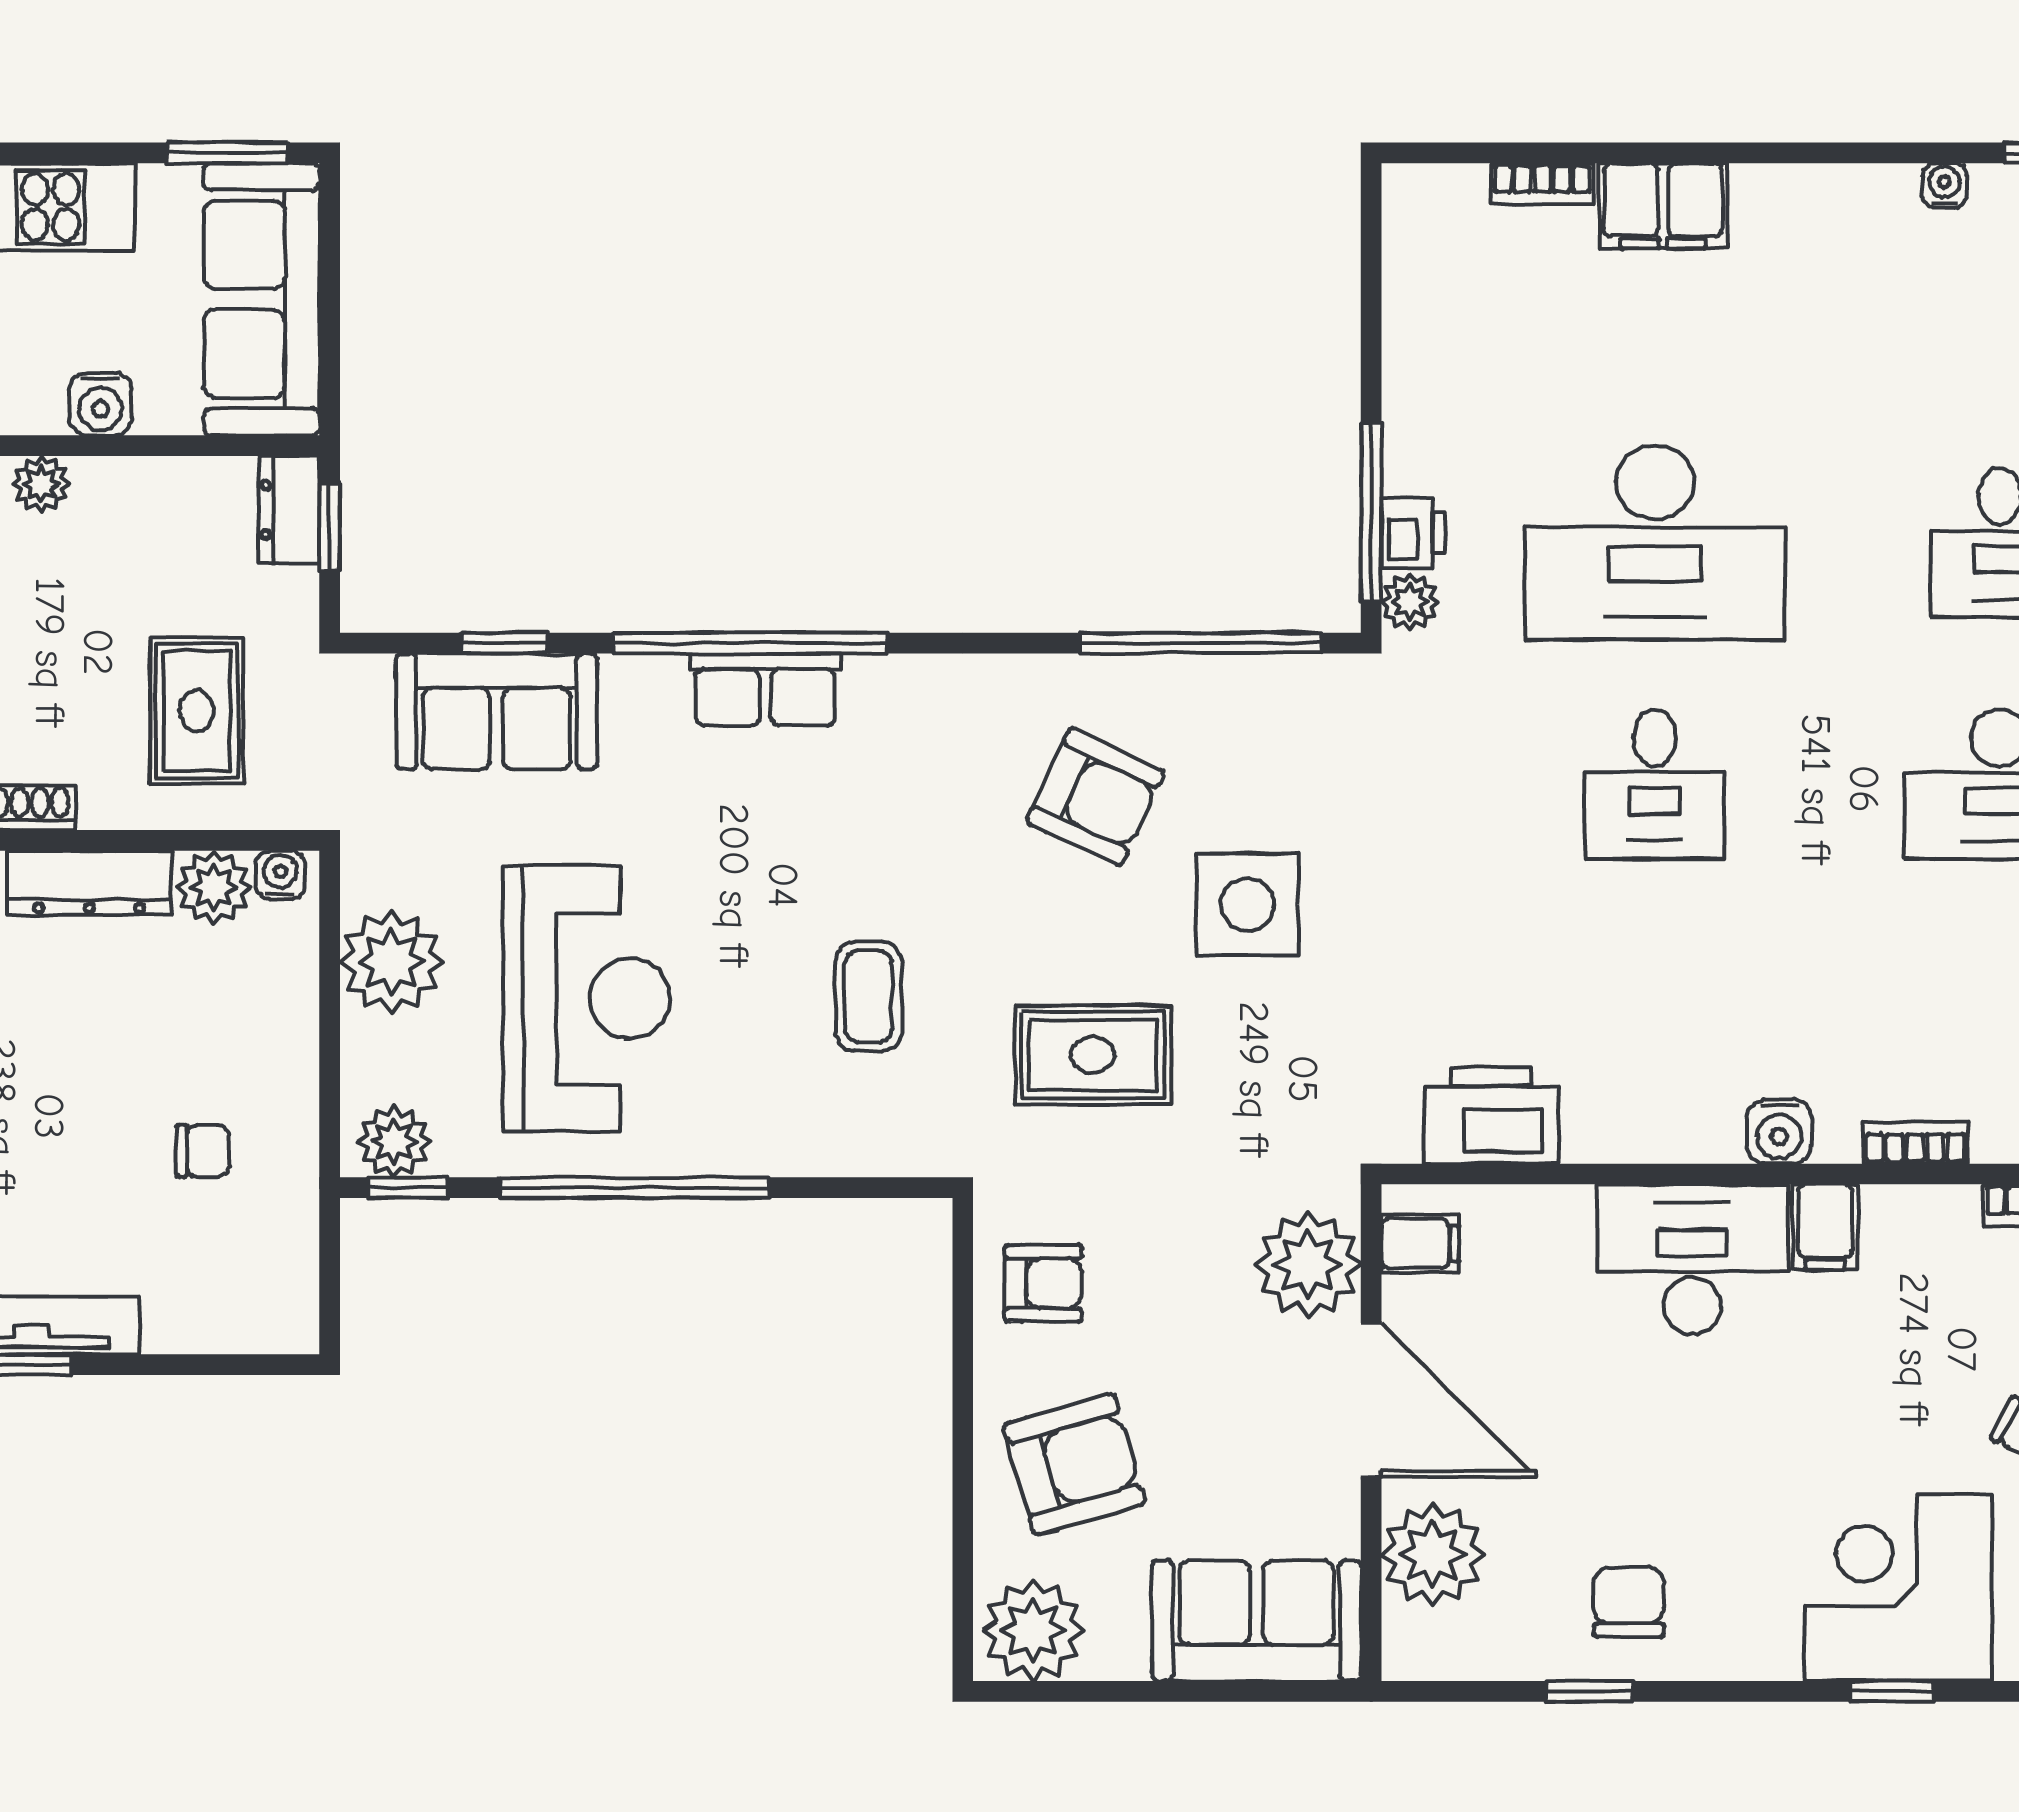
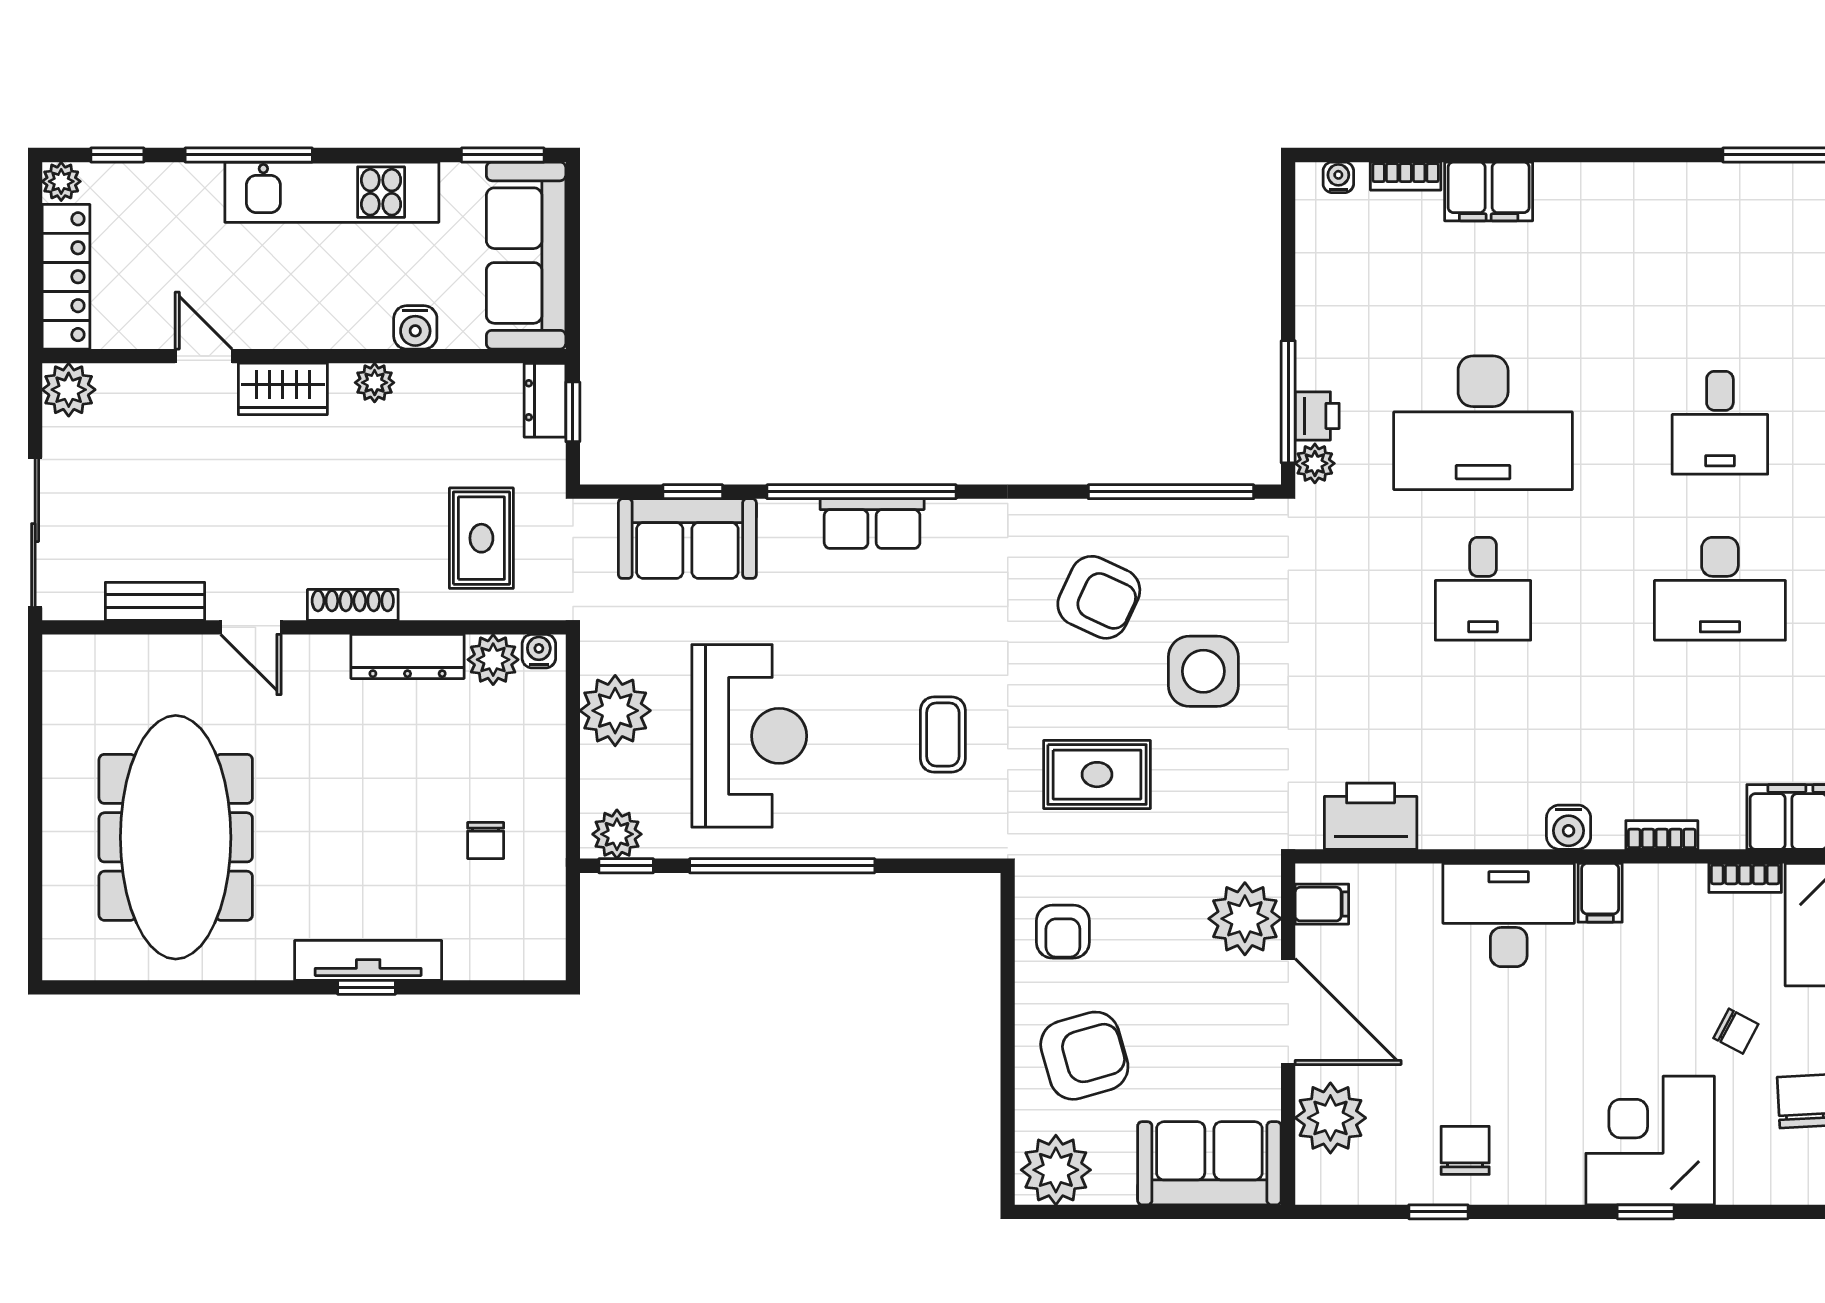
water cooler: (1945, 185) -> (1338, 177), moved
chair: (203, 1151) -> (486, 840), turned 90
armchair: (1043, 1283) -> (1063, 932), turned 90

